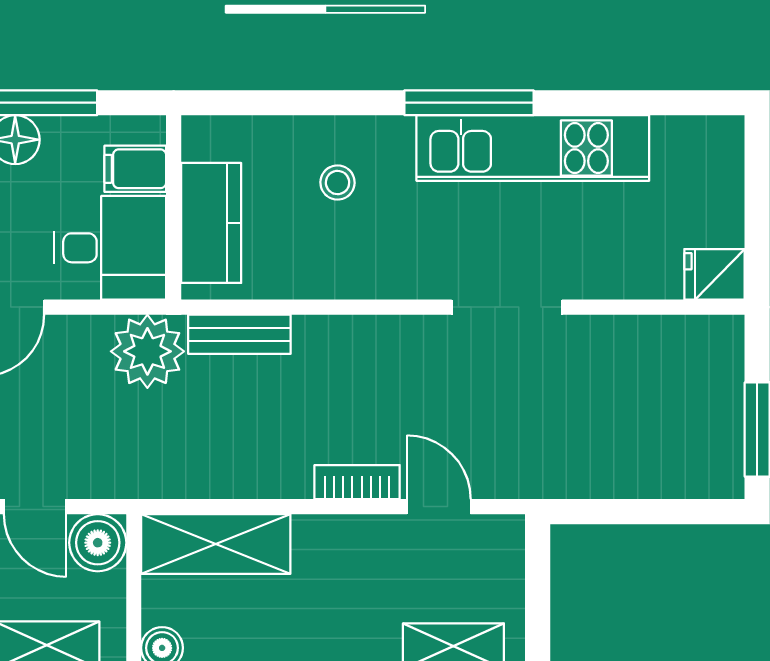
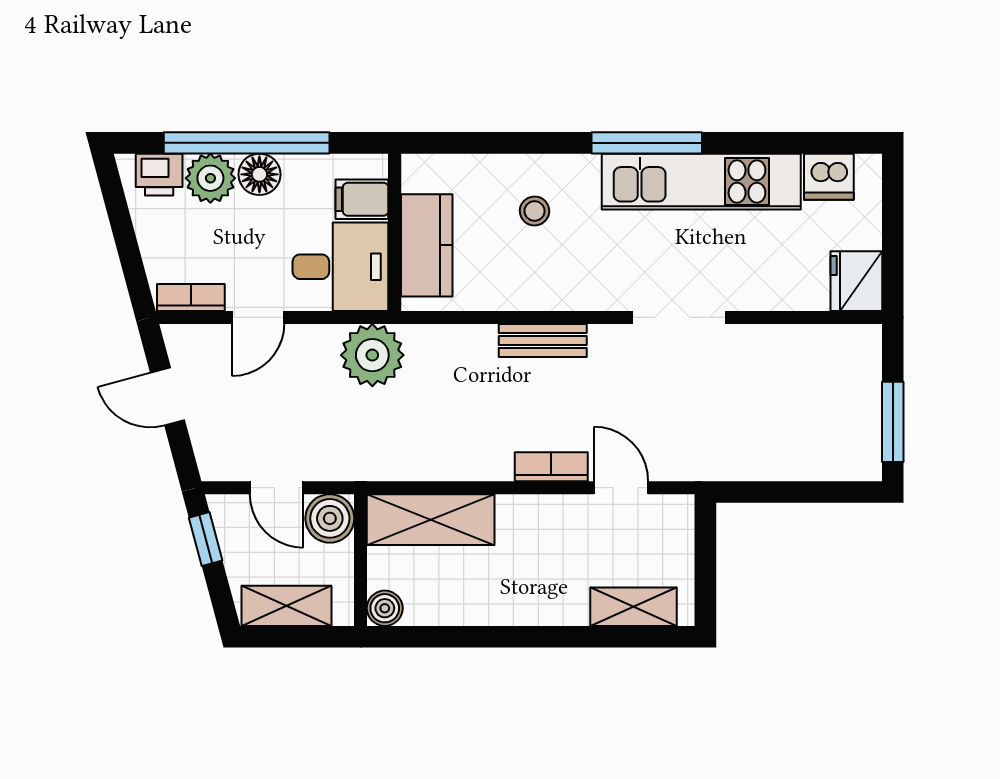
dishwasher: (682, 142) -> (829, 177), added
fridge: (714, 274) -> (856, 281), width x1.38
bench: (239, 334) -> (543, 341), moved

